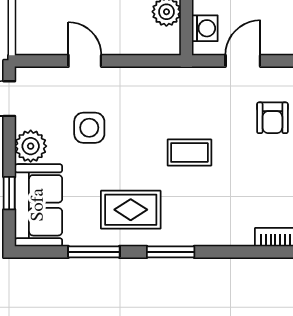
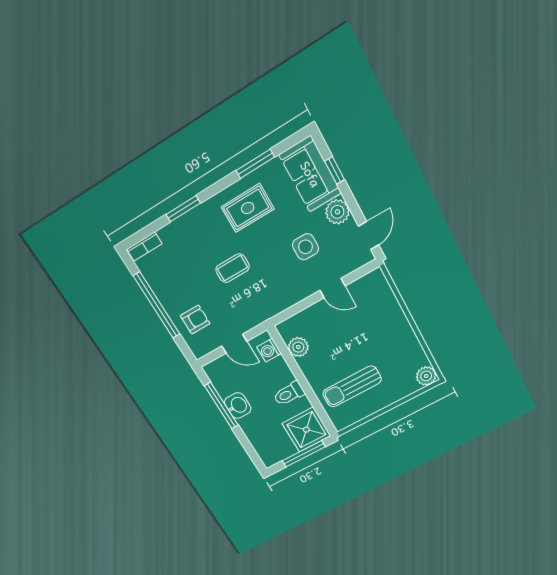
door: (243, 61) -> (234, 344), hinge flipped
armchair: (272, 118) -> (195, 320), turned 90
window: (171, 252) -> (183, 209), moved

